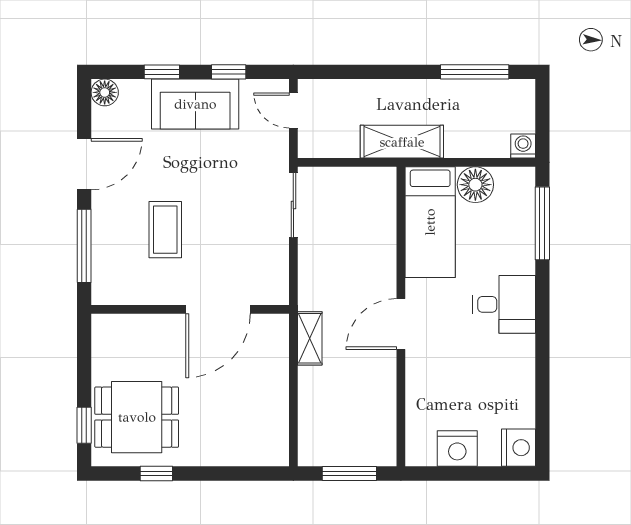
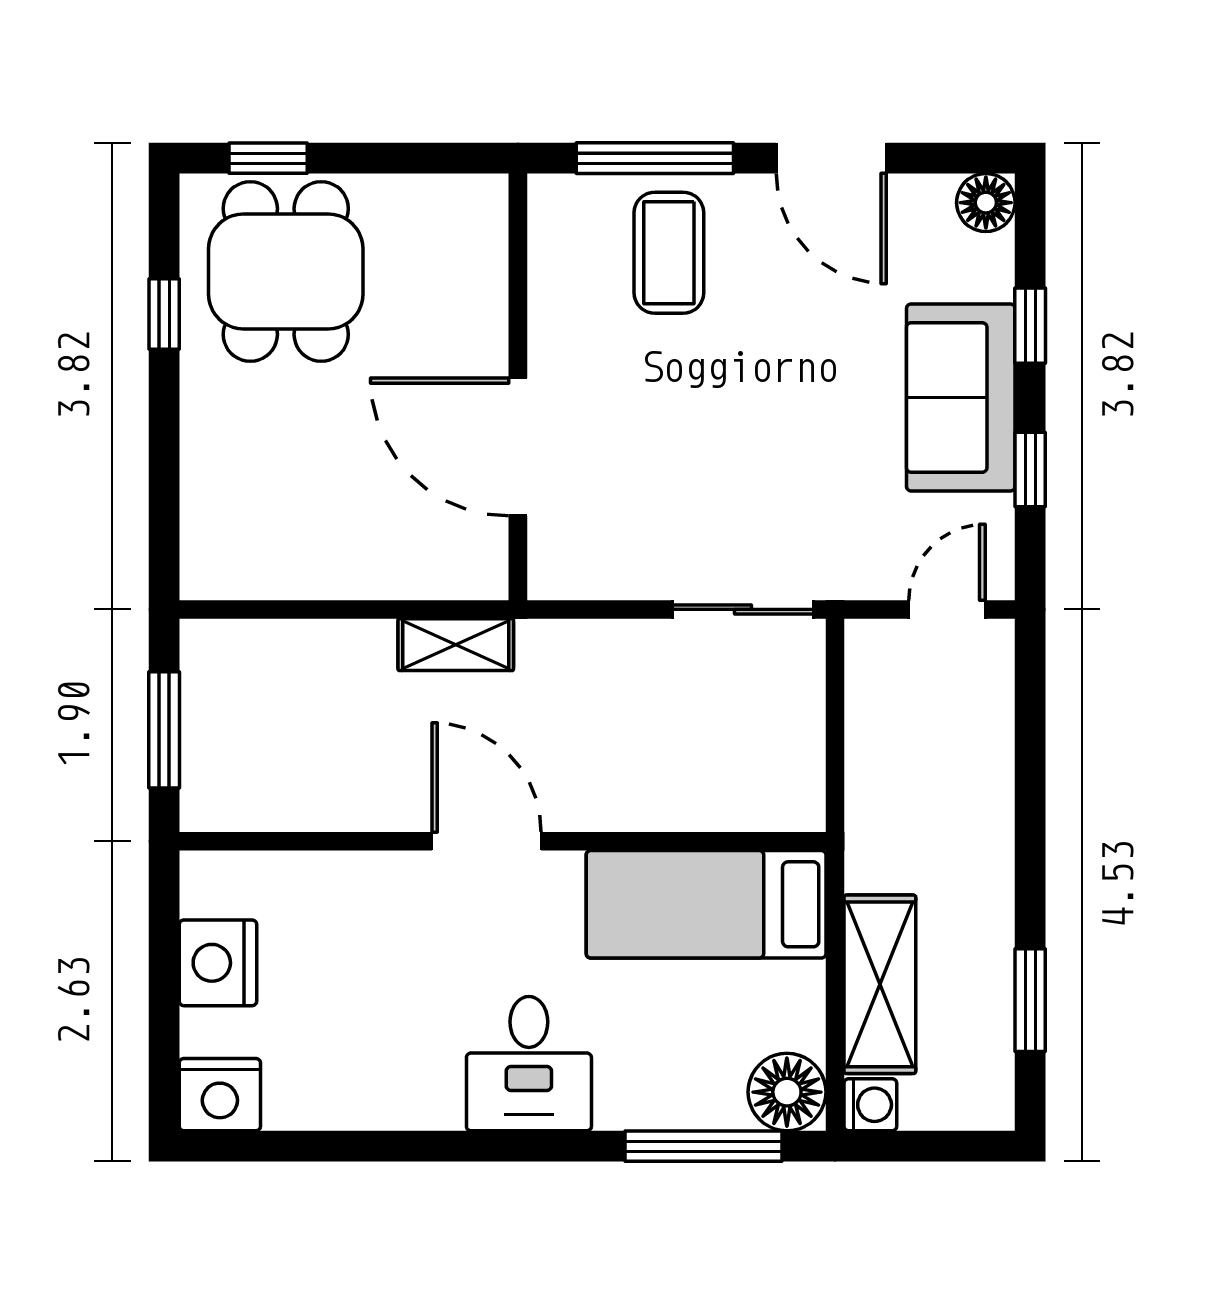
window: (475, 72) -> (1030, 1000), width x0.69
shelving: (402, 142) -> (880, 984), moved
floor lamp: (475, 185) -> (787, 1092), moved
coffee table: (165, 230) -> (669, 253), moved, turned 90

